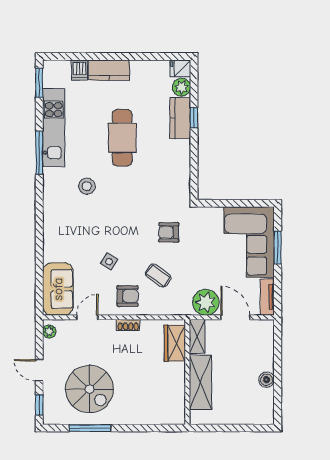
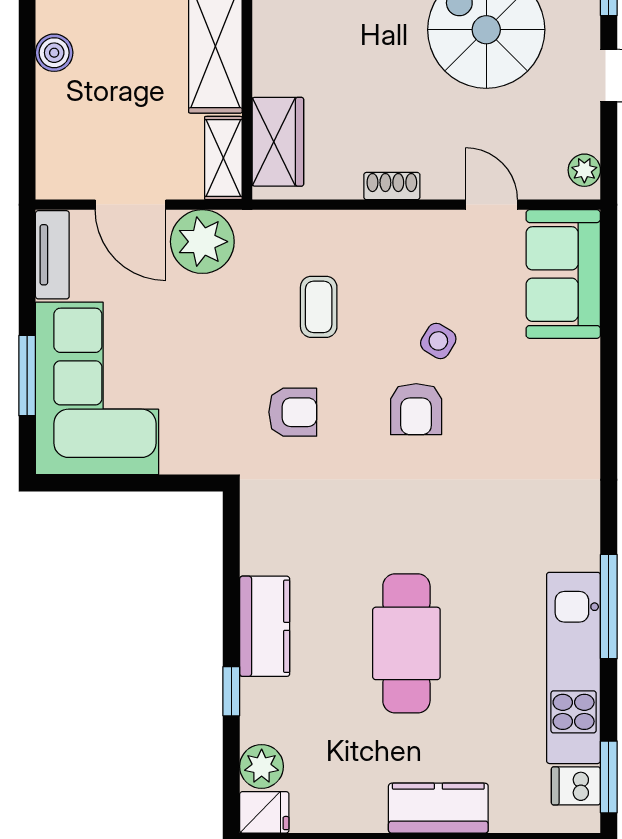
dishwasher: (80, 70) -> (576, 786), moved, turned -90
kitchen counter: (180, 118) -> (265, 626), moved
stool: (87, 186) -> (493, 525), removed
coffee table: (158, 276) -> (319, 307), turned 54
armchair: (128, 296) -> (416, 409), moved, turned -90
door: (87, 317) -> (491, 205), swing flipped

